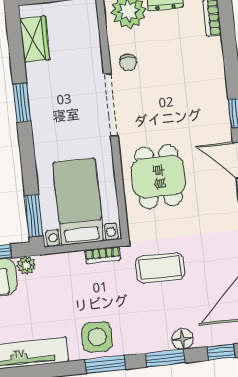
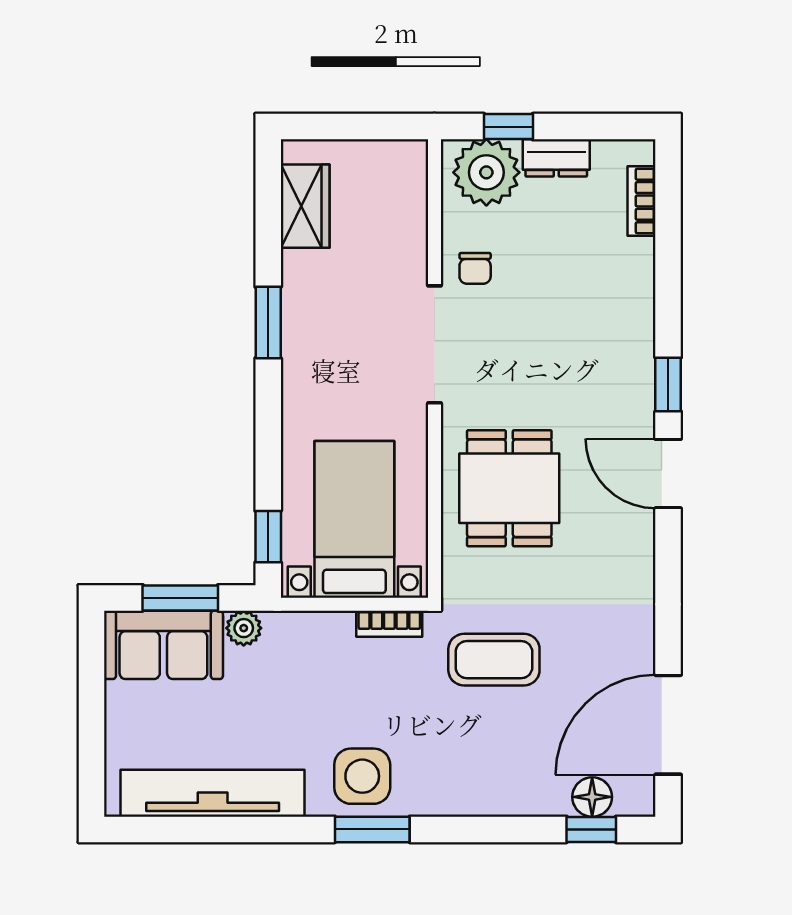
window: (34, 216) -> (268, 537), width x0.67
floor lamp: (183, 339) -> (592, 797), moved
window: (165, 358) -> (486, 829), removed

